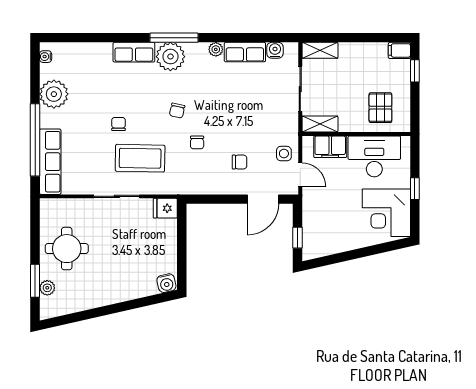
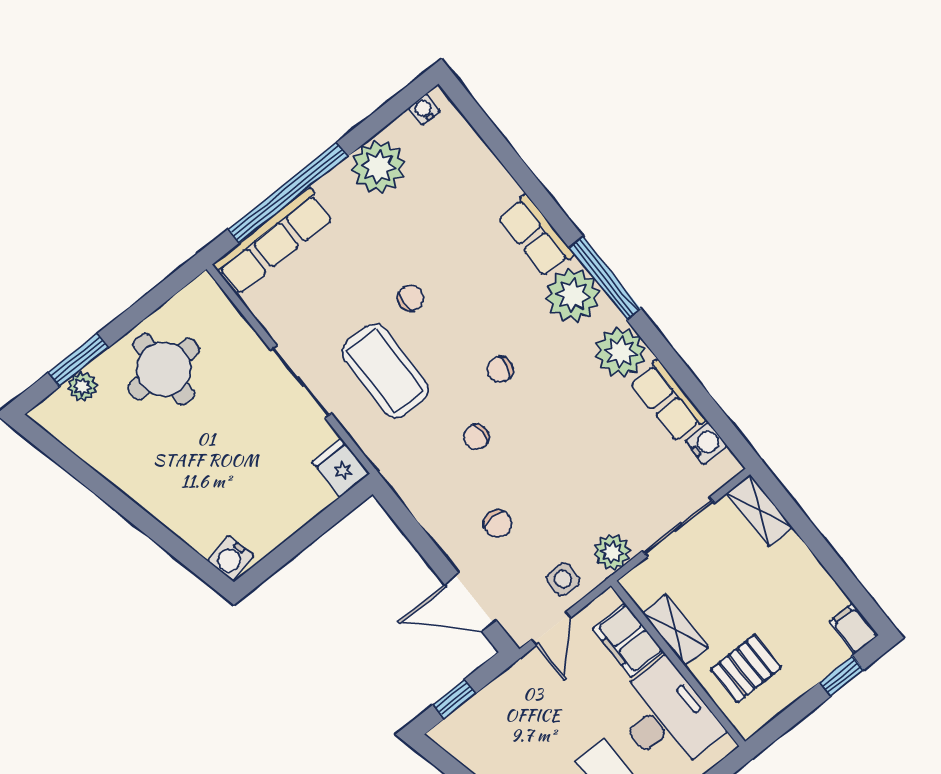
plant: (216, 49) -> (620, 352), width x1.87, depth x1.87
shelving: (320, 124) -> (675, 630), moved
plant: (289, 125) -> (612, 552), added

